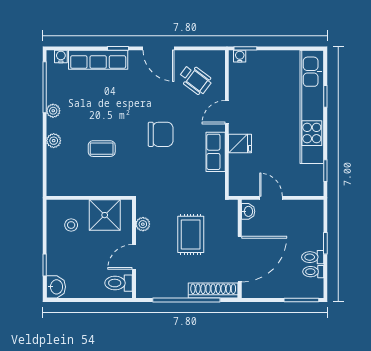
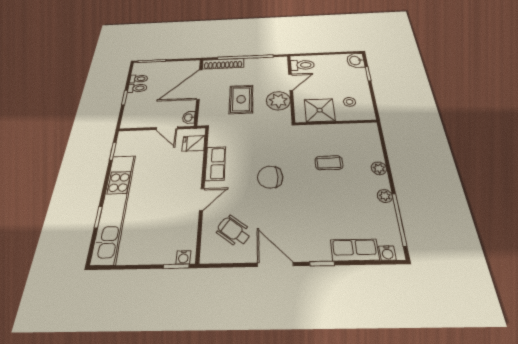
row of seats: (98, 60) -> (355, 250), width x0.68
fridge: (240, 143) -> (194, 143), moved
plant: (143, 224) -> (278, 101), width x1.88, depth x1.88

